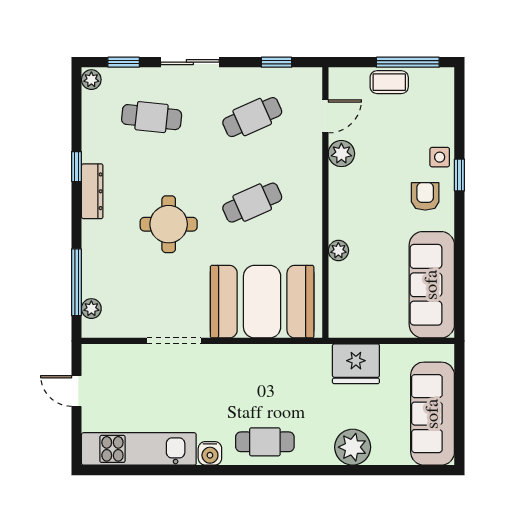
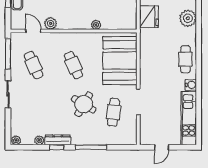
window: (124, 62) -> (8, 125), removed
window: (277, 62) -> (8, 54), width x2.17
cafe table: (152, 117) -> (114, 112), moved
dresser: (92, 191) -> (58, 140), moved
round table: (169, 224) -> (84, 104), turned 31
window: (77, 282) -> (91, 147), moved
plant: (91, 309) -> (39, 140), moved

